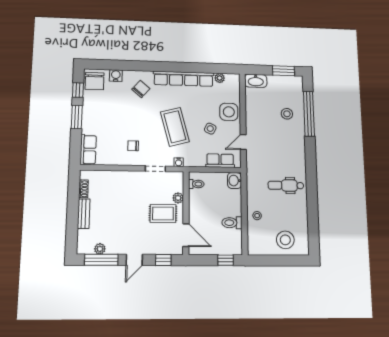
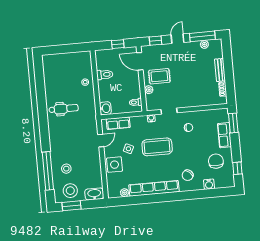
chair: (95, 81) -> (216, 161), moved
window: (77, 117) -> (233, 123), moved
coffee table: (175, 127) -> (157, 147), turned -75
row of seats: (88, 150) -> (224, 135), moved
stool: (285, 240) -> (70, 191), moved
window: (226, 260) -> (118, 44), moved

